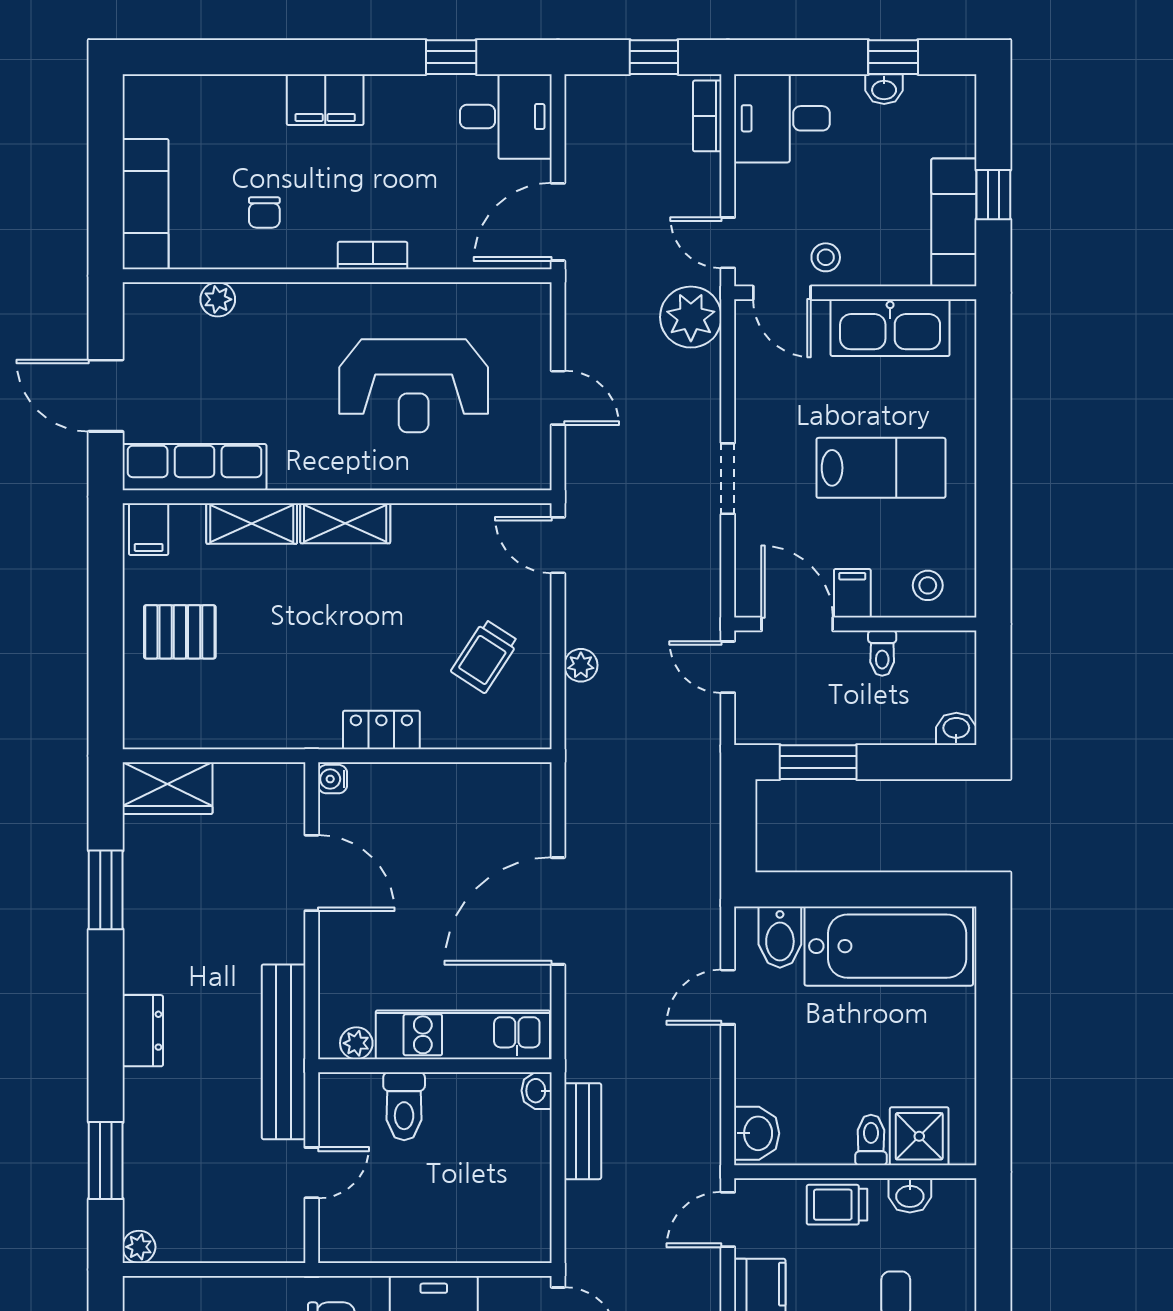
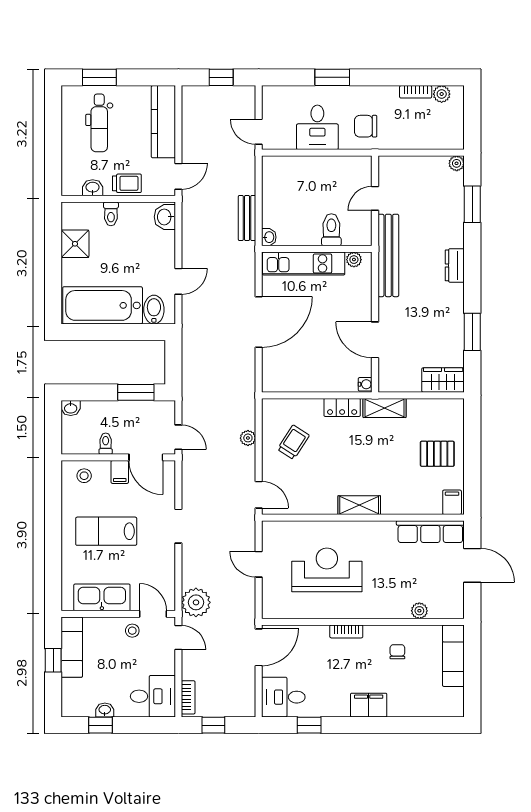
shelving: (252, 523) -> (385, 408), moved
shower: (919, 1136) -> (75, 244), moved

